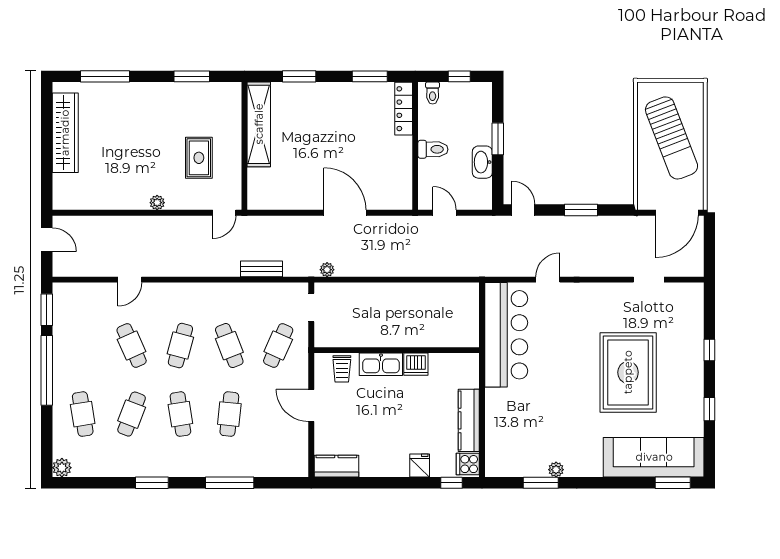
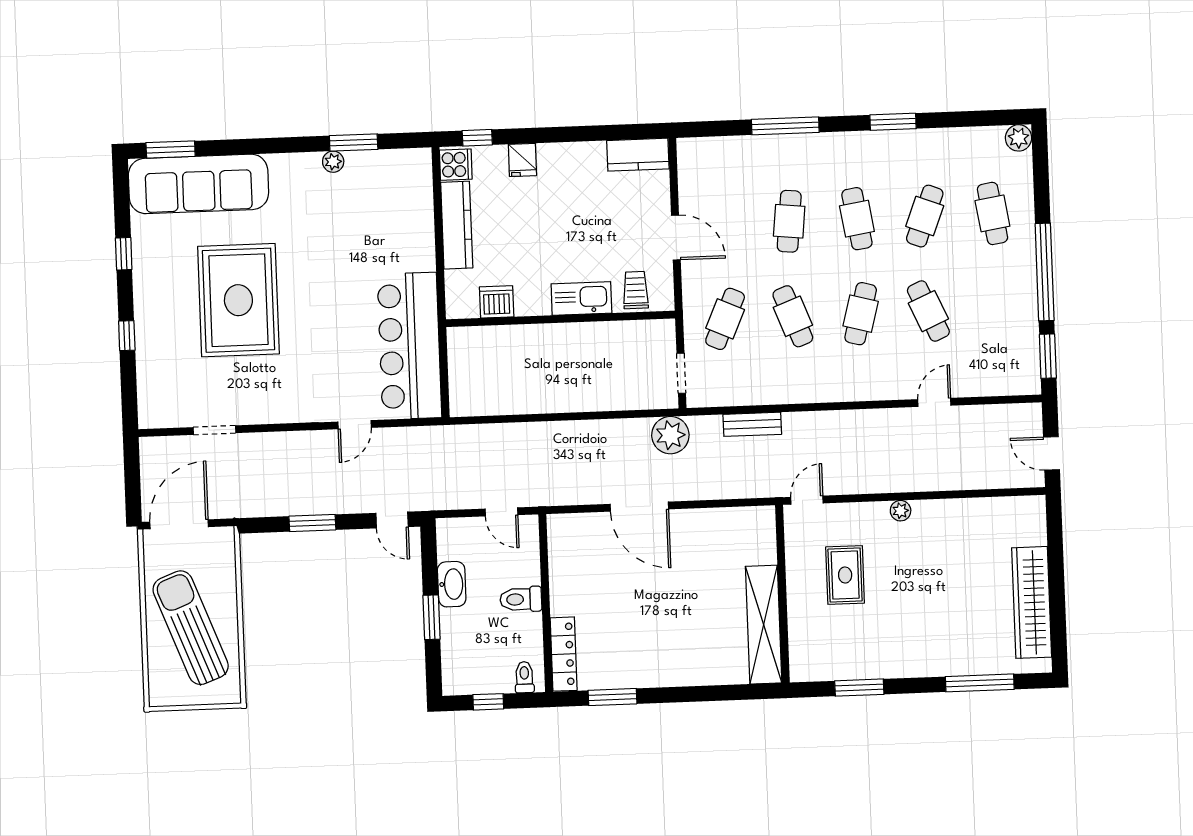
window: (299, 76) -> (710, 693), removed
plant: (327, 270) -> (670, 435), width x1.88, depth x1.88
dishwasher: (416, 364) -> (497, 302), moved

